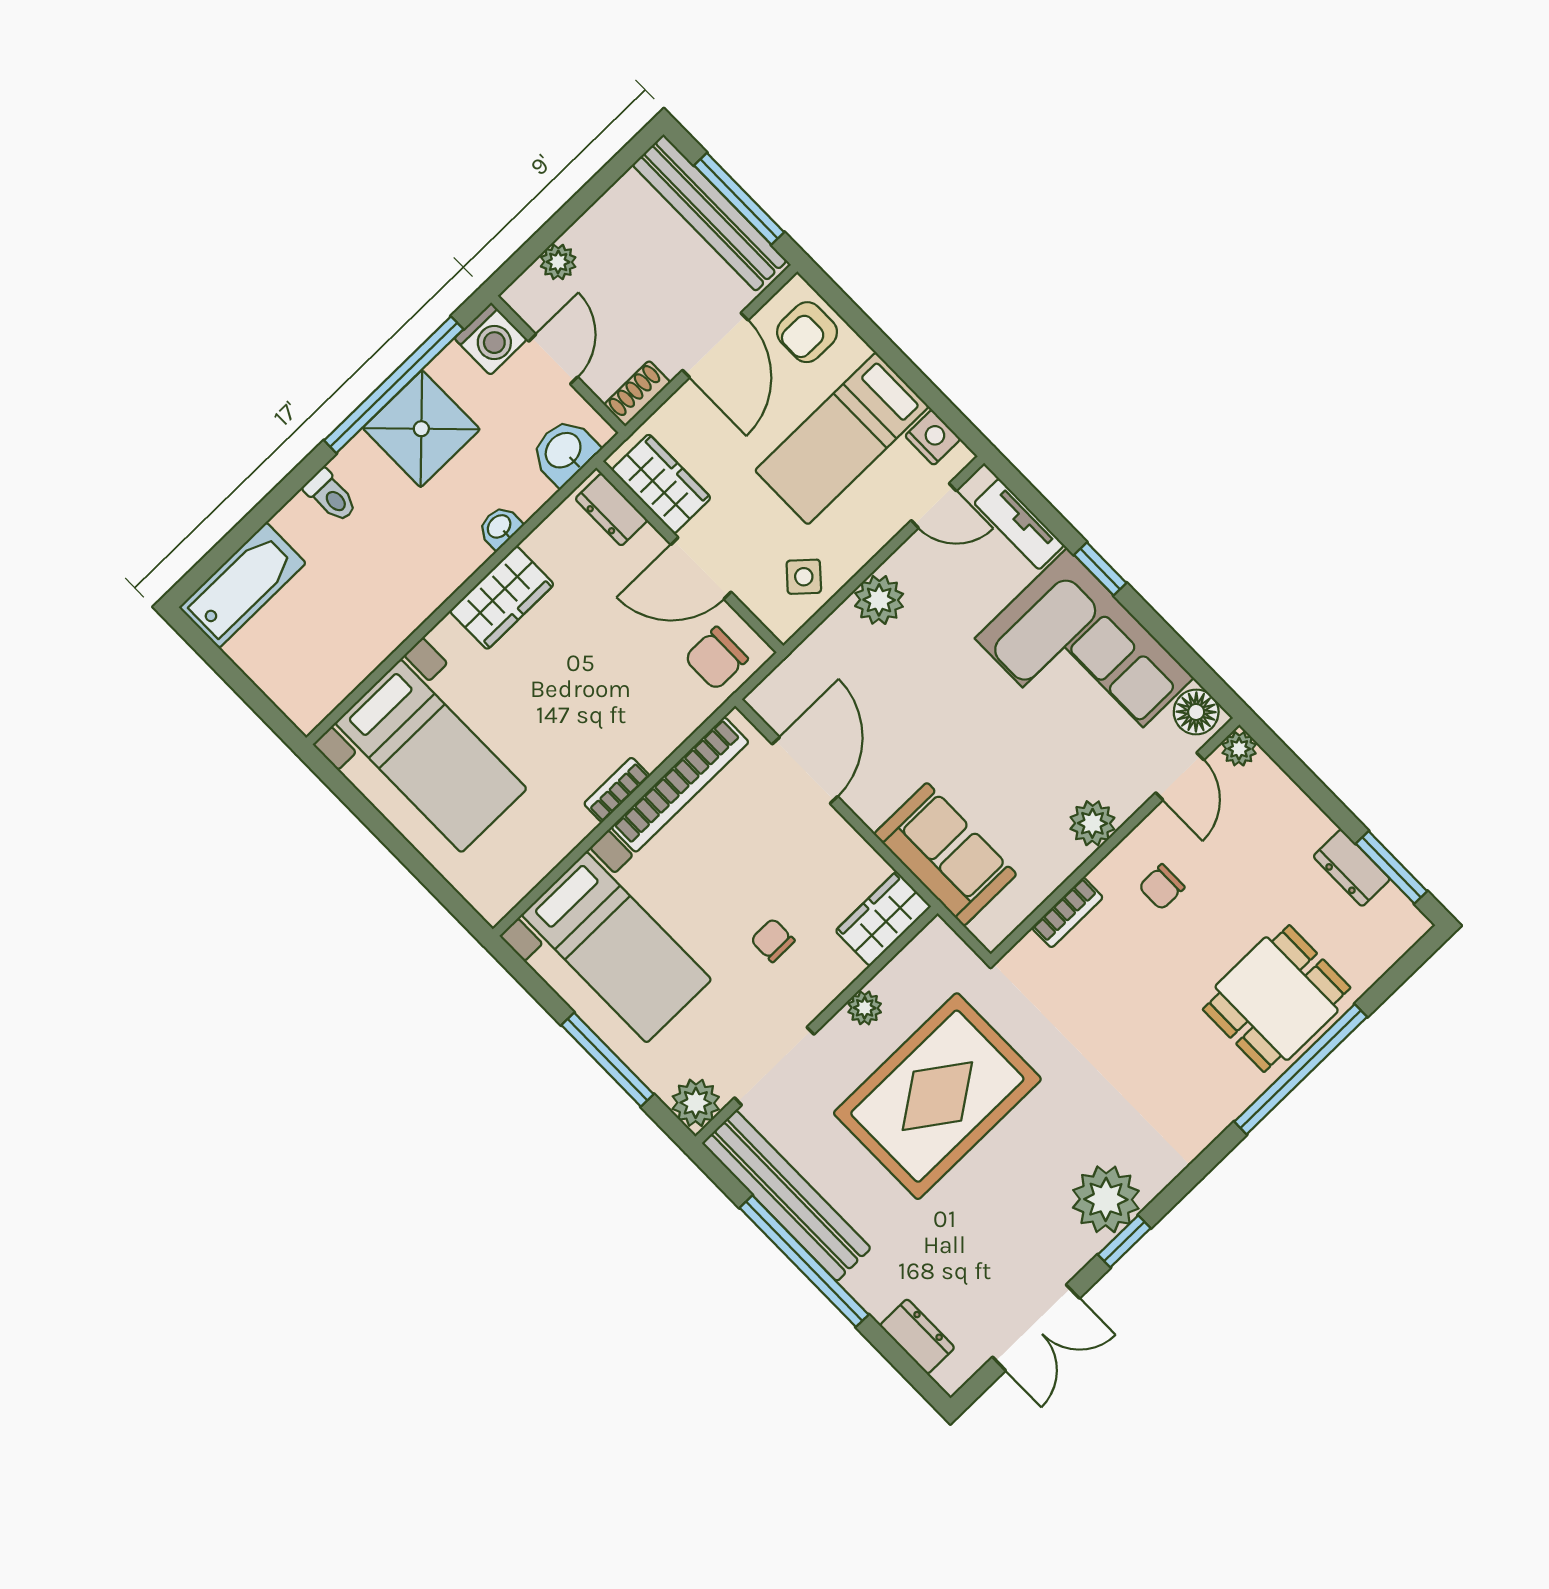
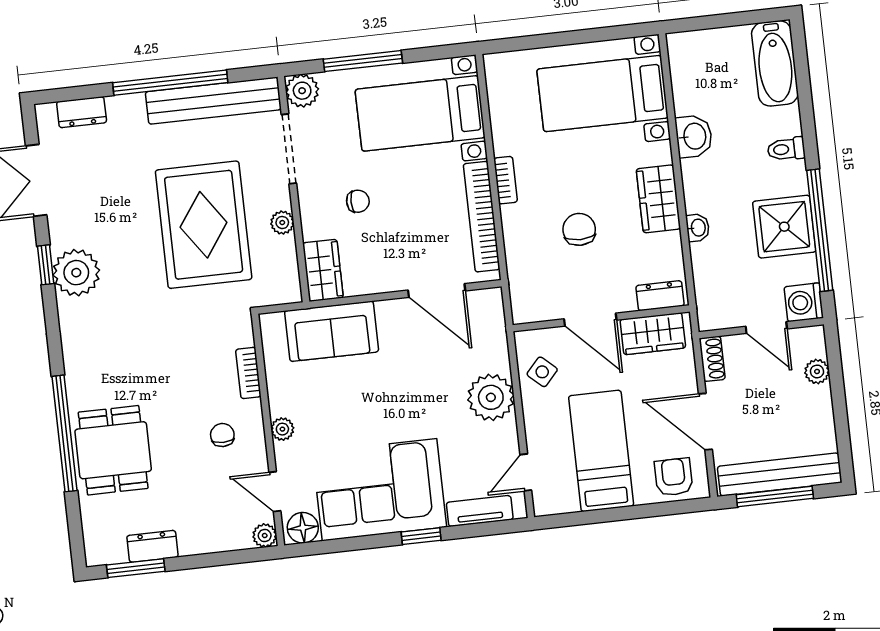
nightstand: (933, 437) -> (563, 501), removed
washbasin: (564, 451) -> (694, 136), moved
door: (701, 568) -> (590, 320), swing flipped
plant: (879, 600) -> (491, 397), width x1.36, depth x1.36
chair: (716, 658) -> (579, 229), moved
plant: (1092, 823) -> (282, 429), width x0.73, depth x0.73

